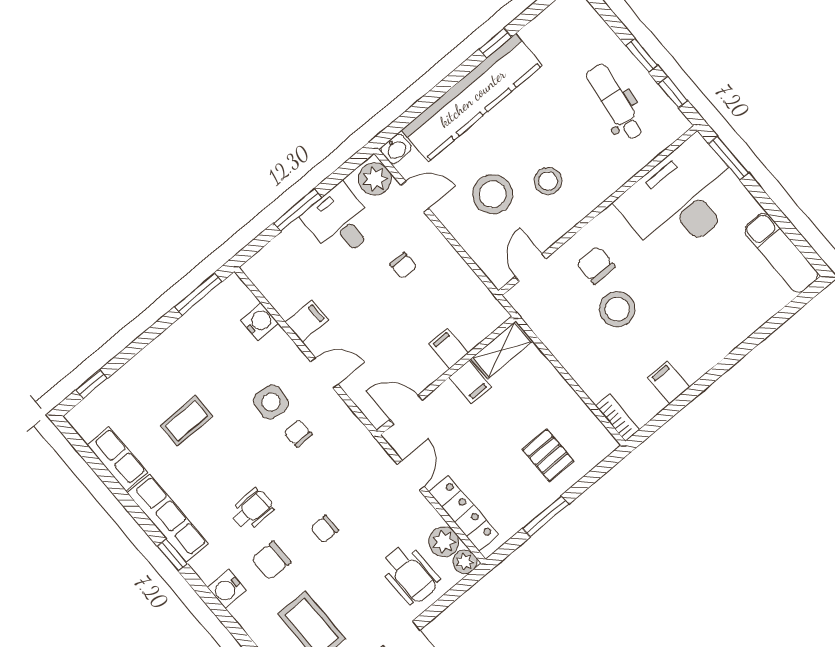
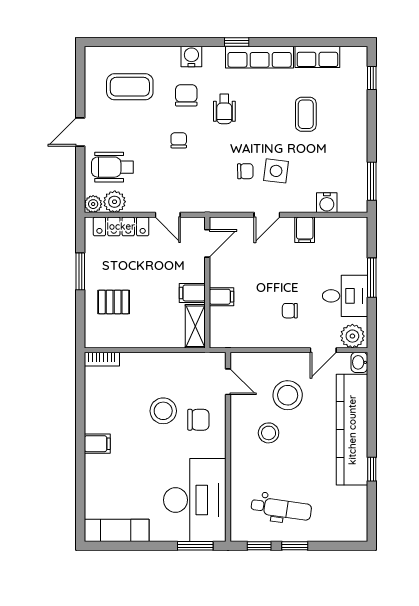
filing cabinet: (669, 382) -> (97, 444), moved

